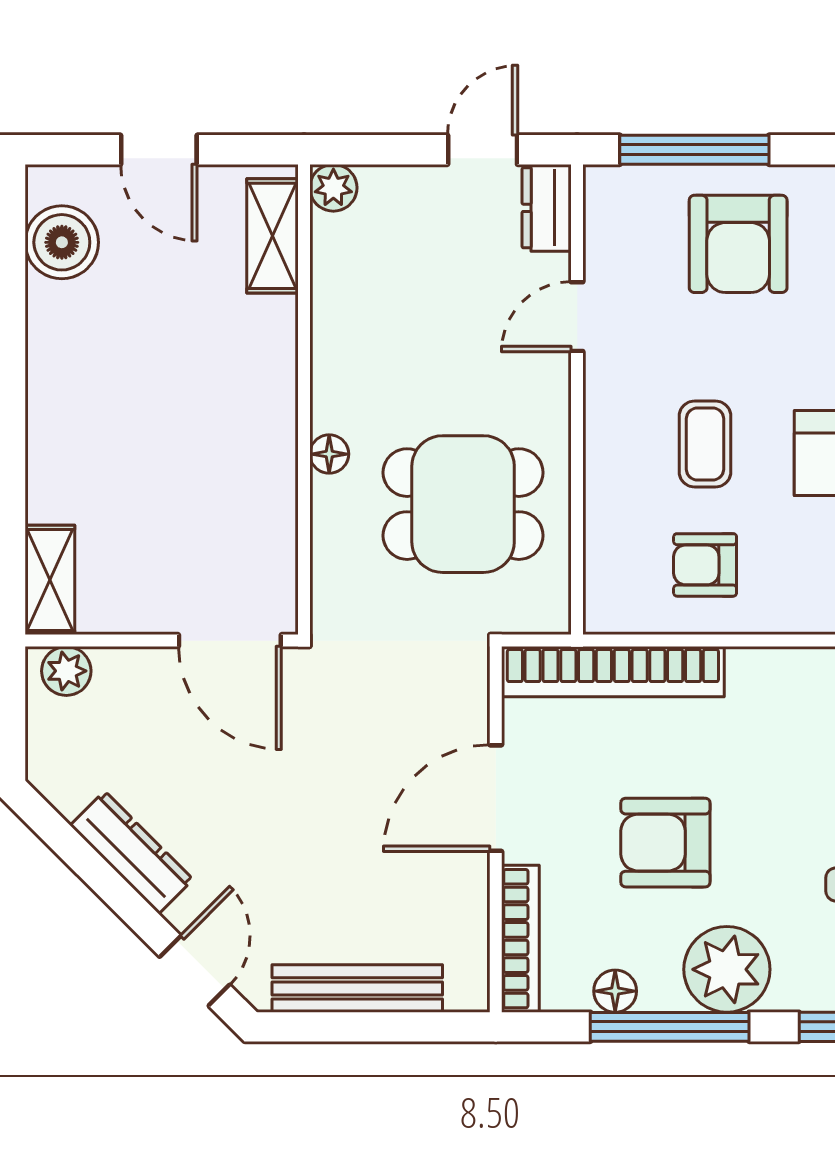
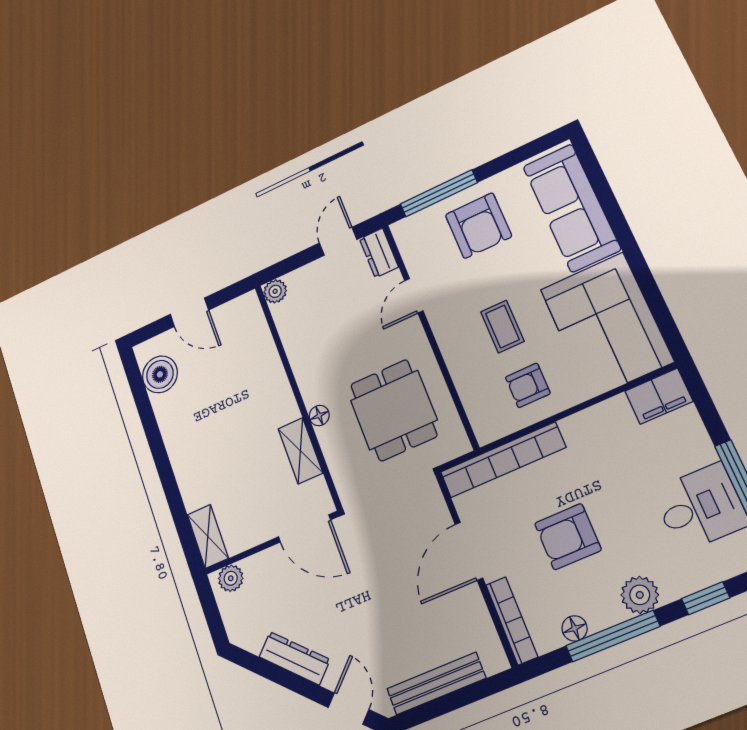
shelving: (272, 236) -> (300, 451), moved
dining table: (463, 504) -> (394, 410), turned 90
plant: (727, 969) -> (640, 595), width x0.73, depth x0.73

